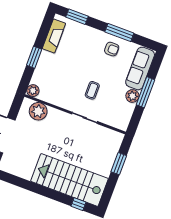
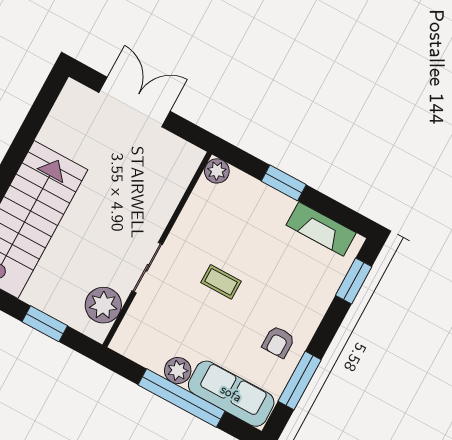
window: (119, 32) -> (300, 380), moved
coffee table: (92, 90) -> (221, 282), moved
window: (146, 92) -> (182, 398), width x1.46
plant: (38, 111) -> (103, 305), moved

